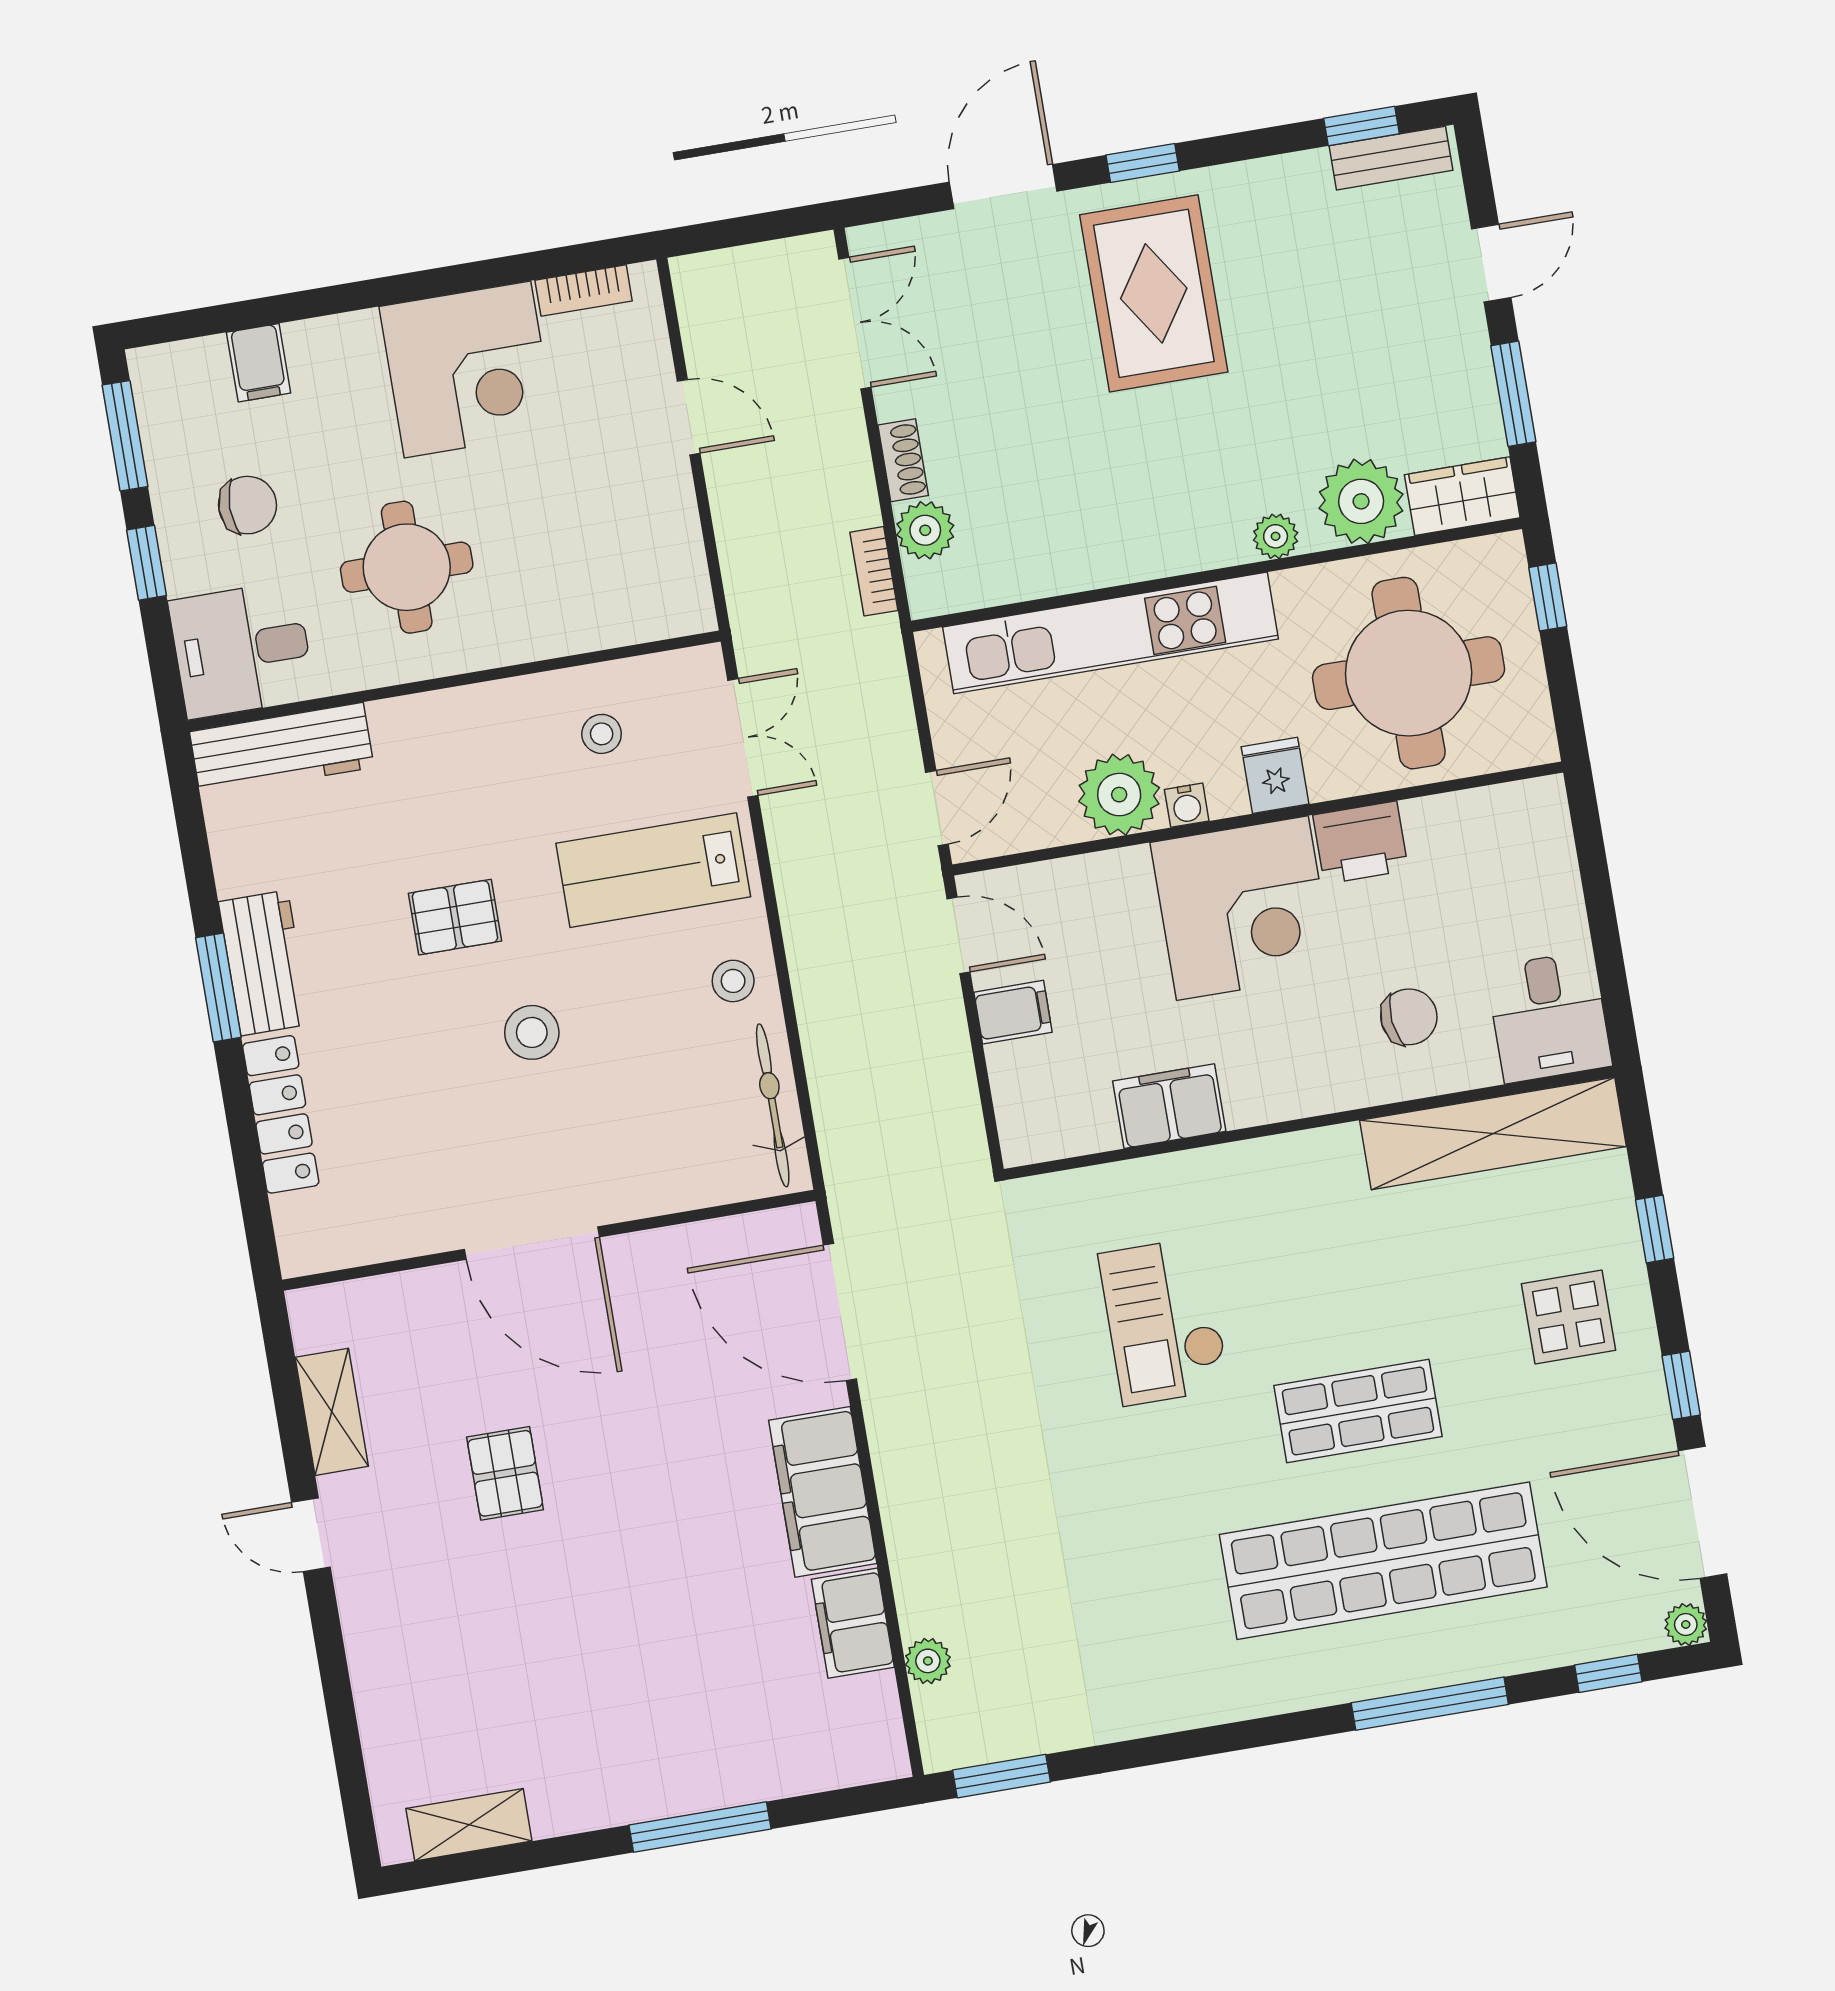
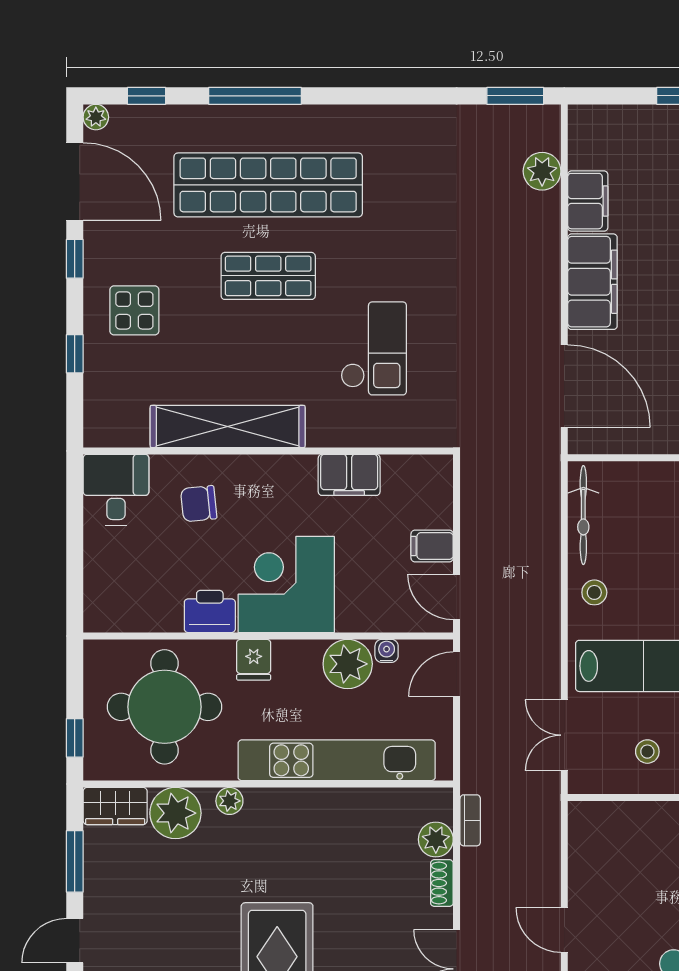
water cooler: (1187, 805) -> (387, 651), moved
shelving: (1493, 1133) -> (228, 426), moved
plant: (928, 1661) -> (542, 171), width x1.38, depth x1.38

